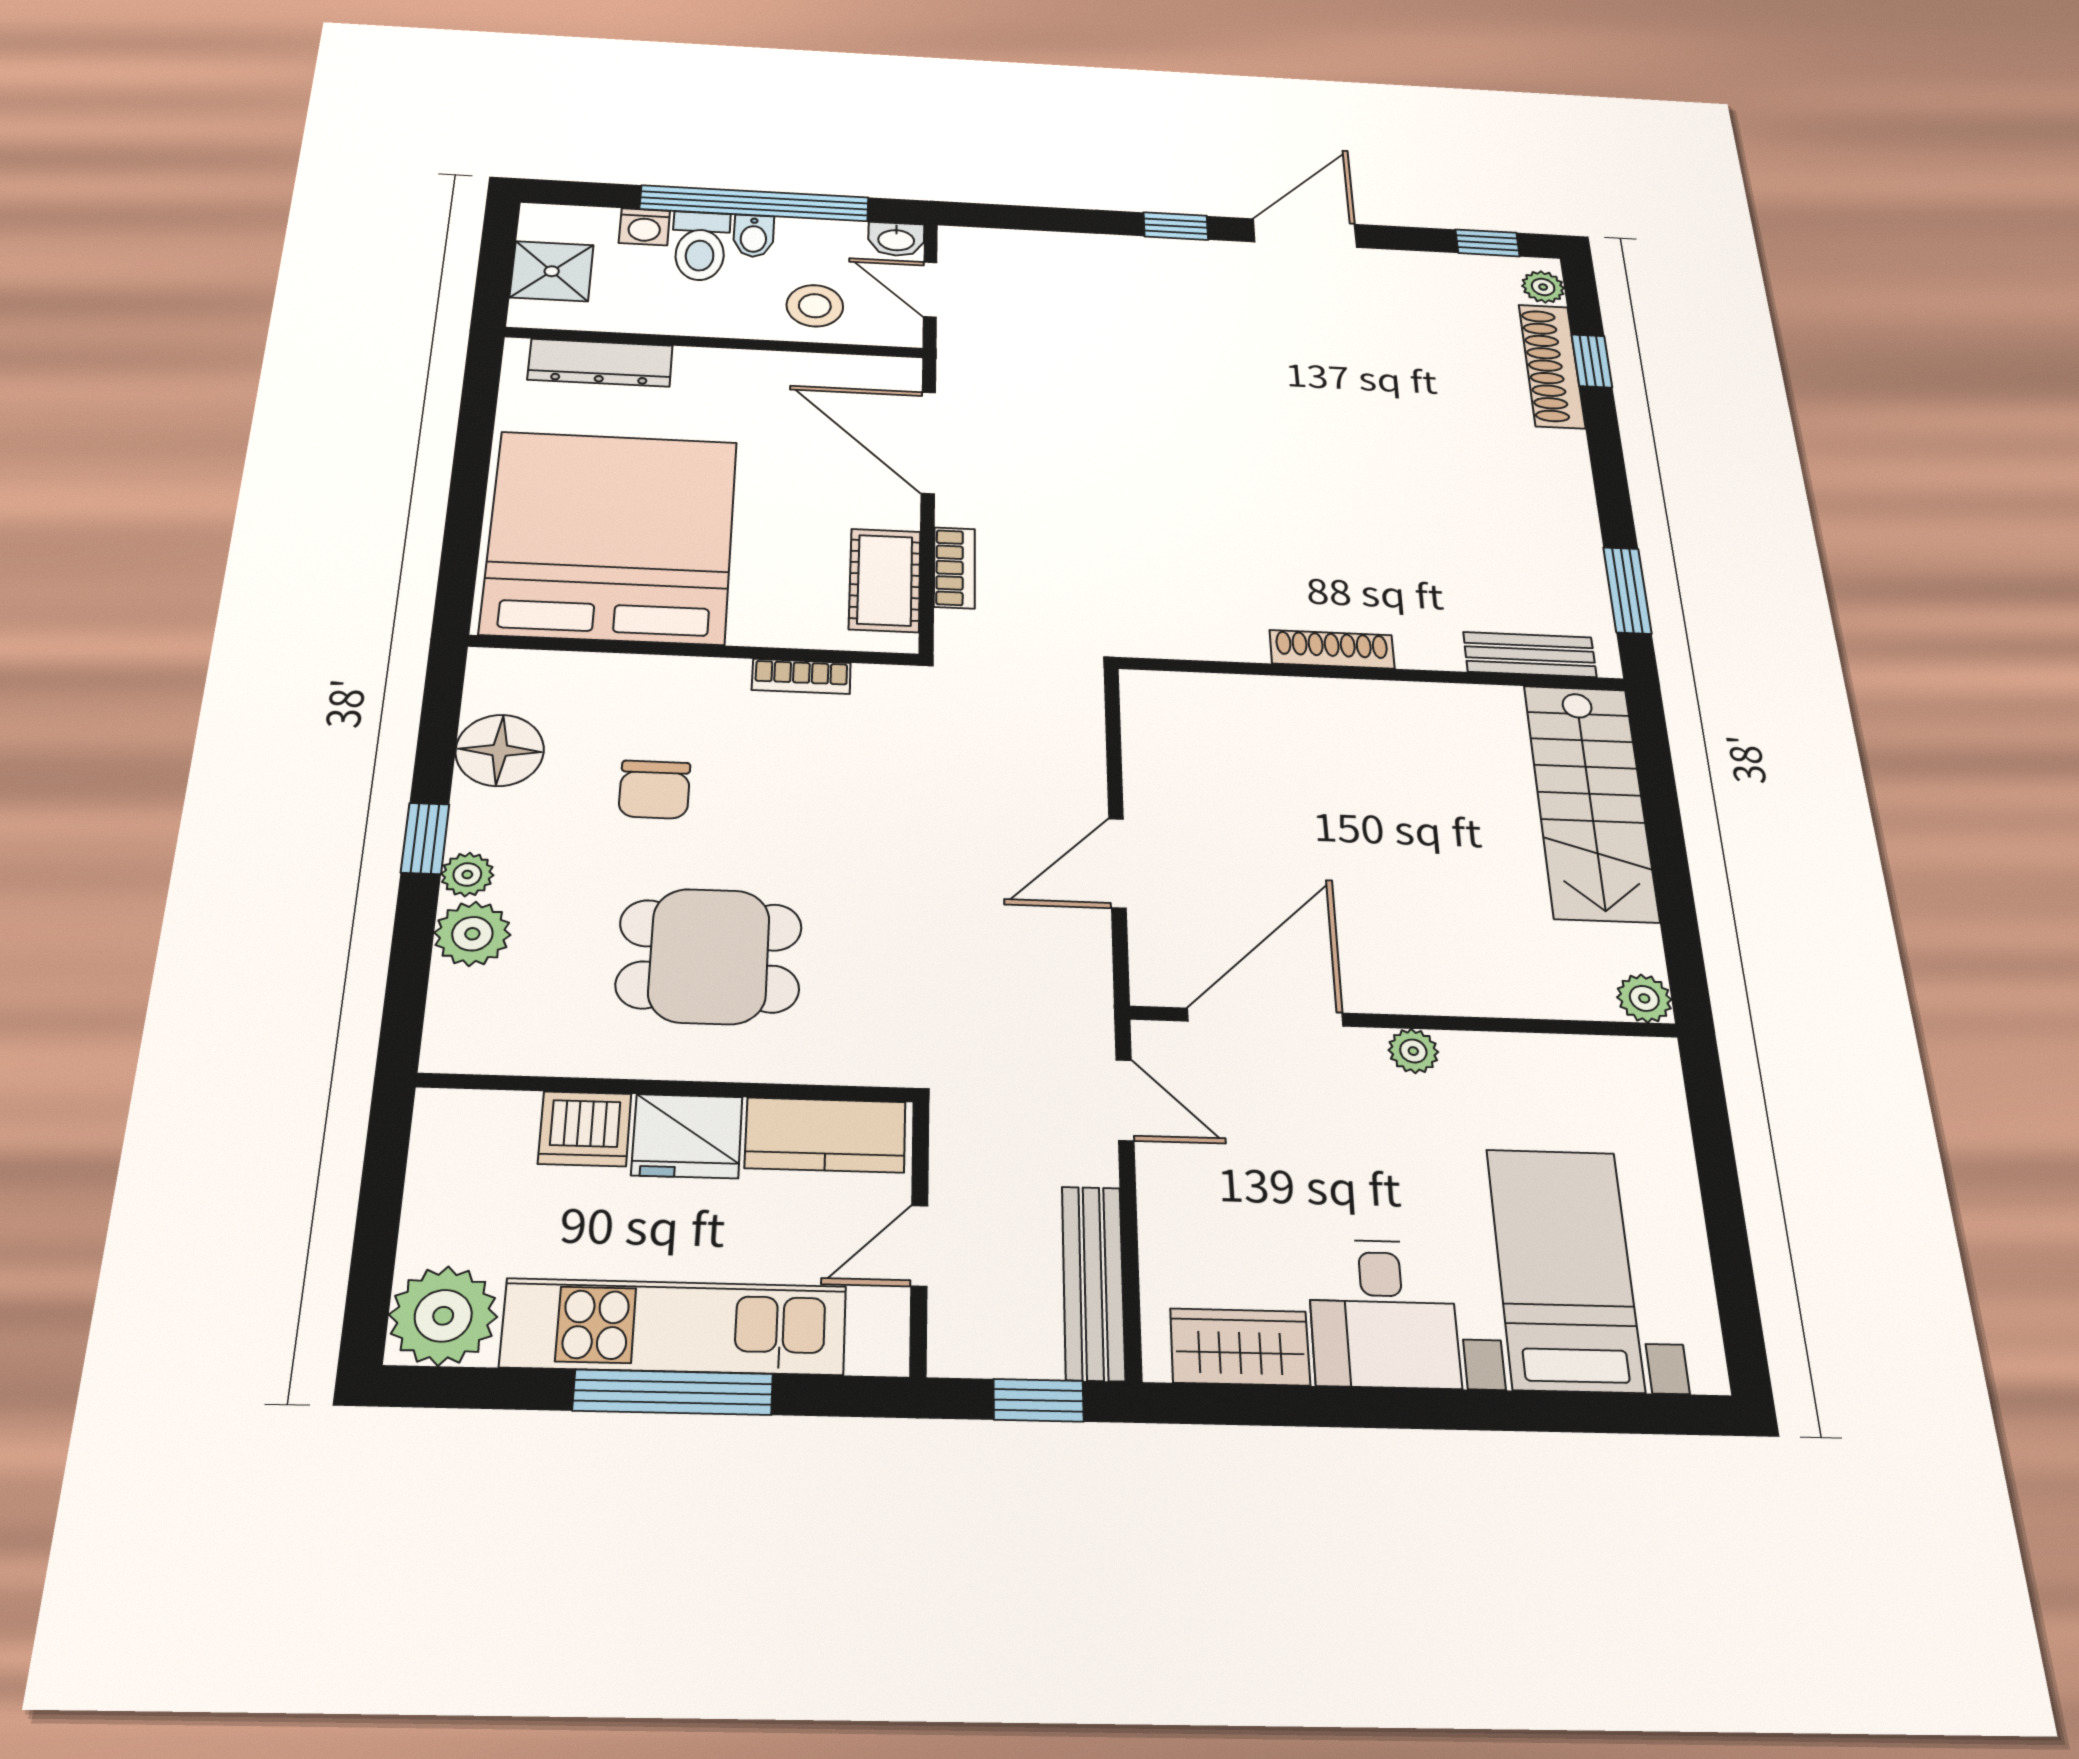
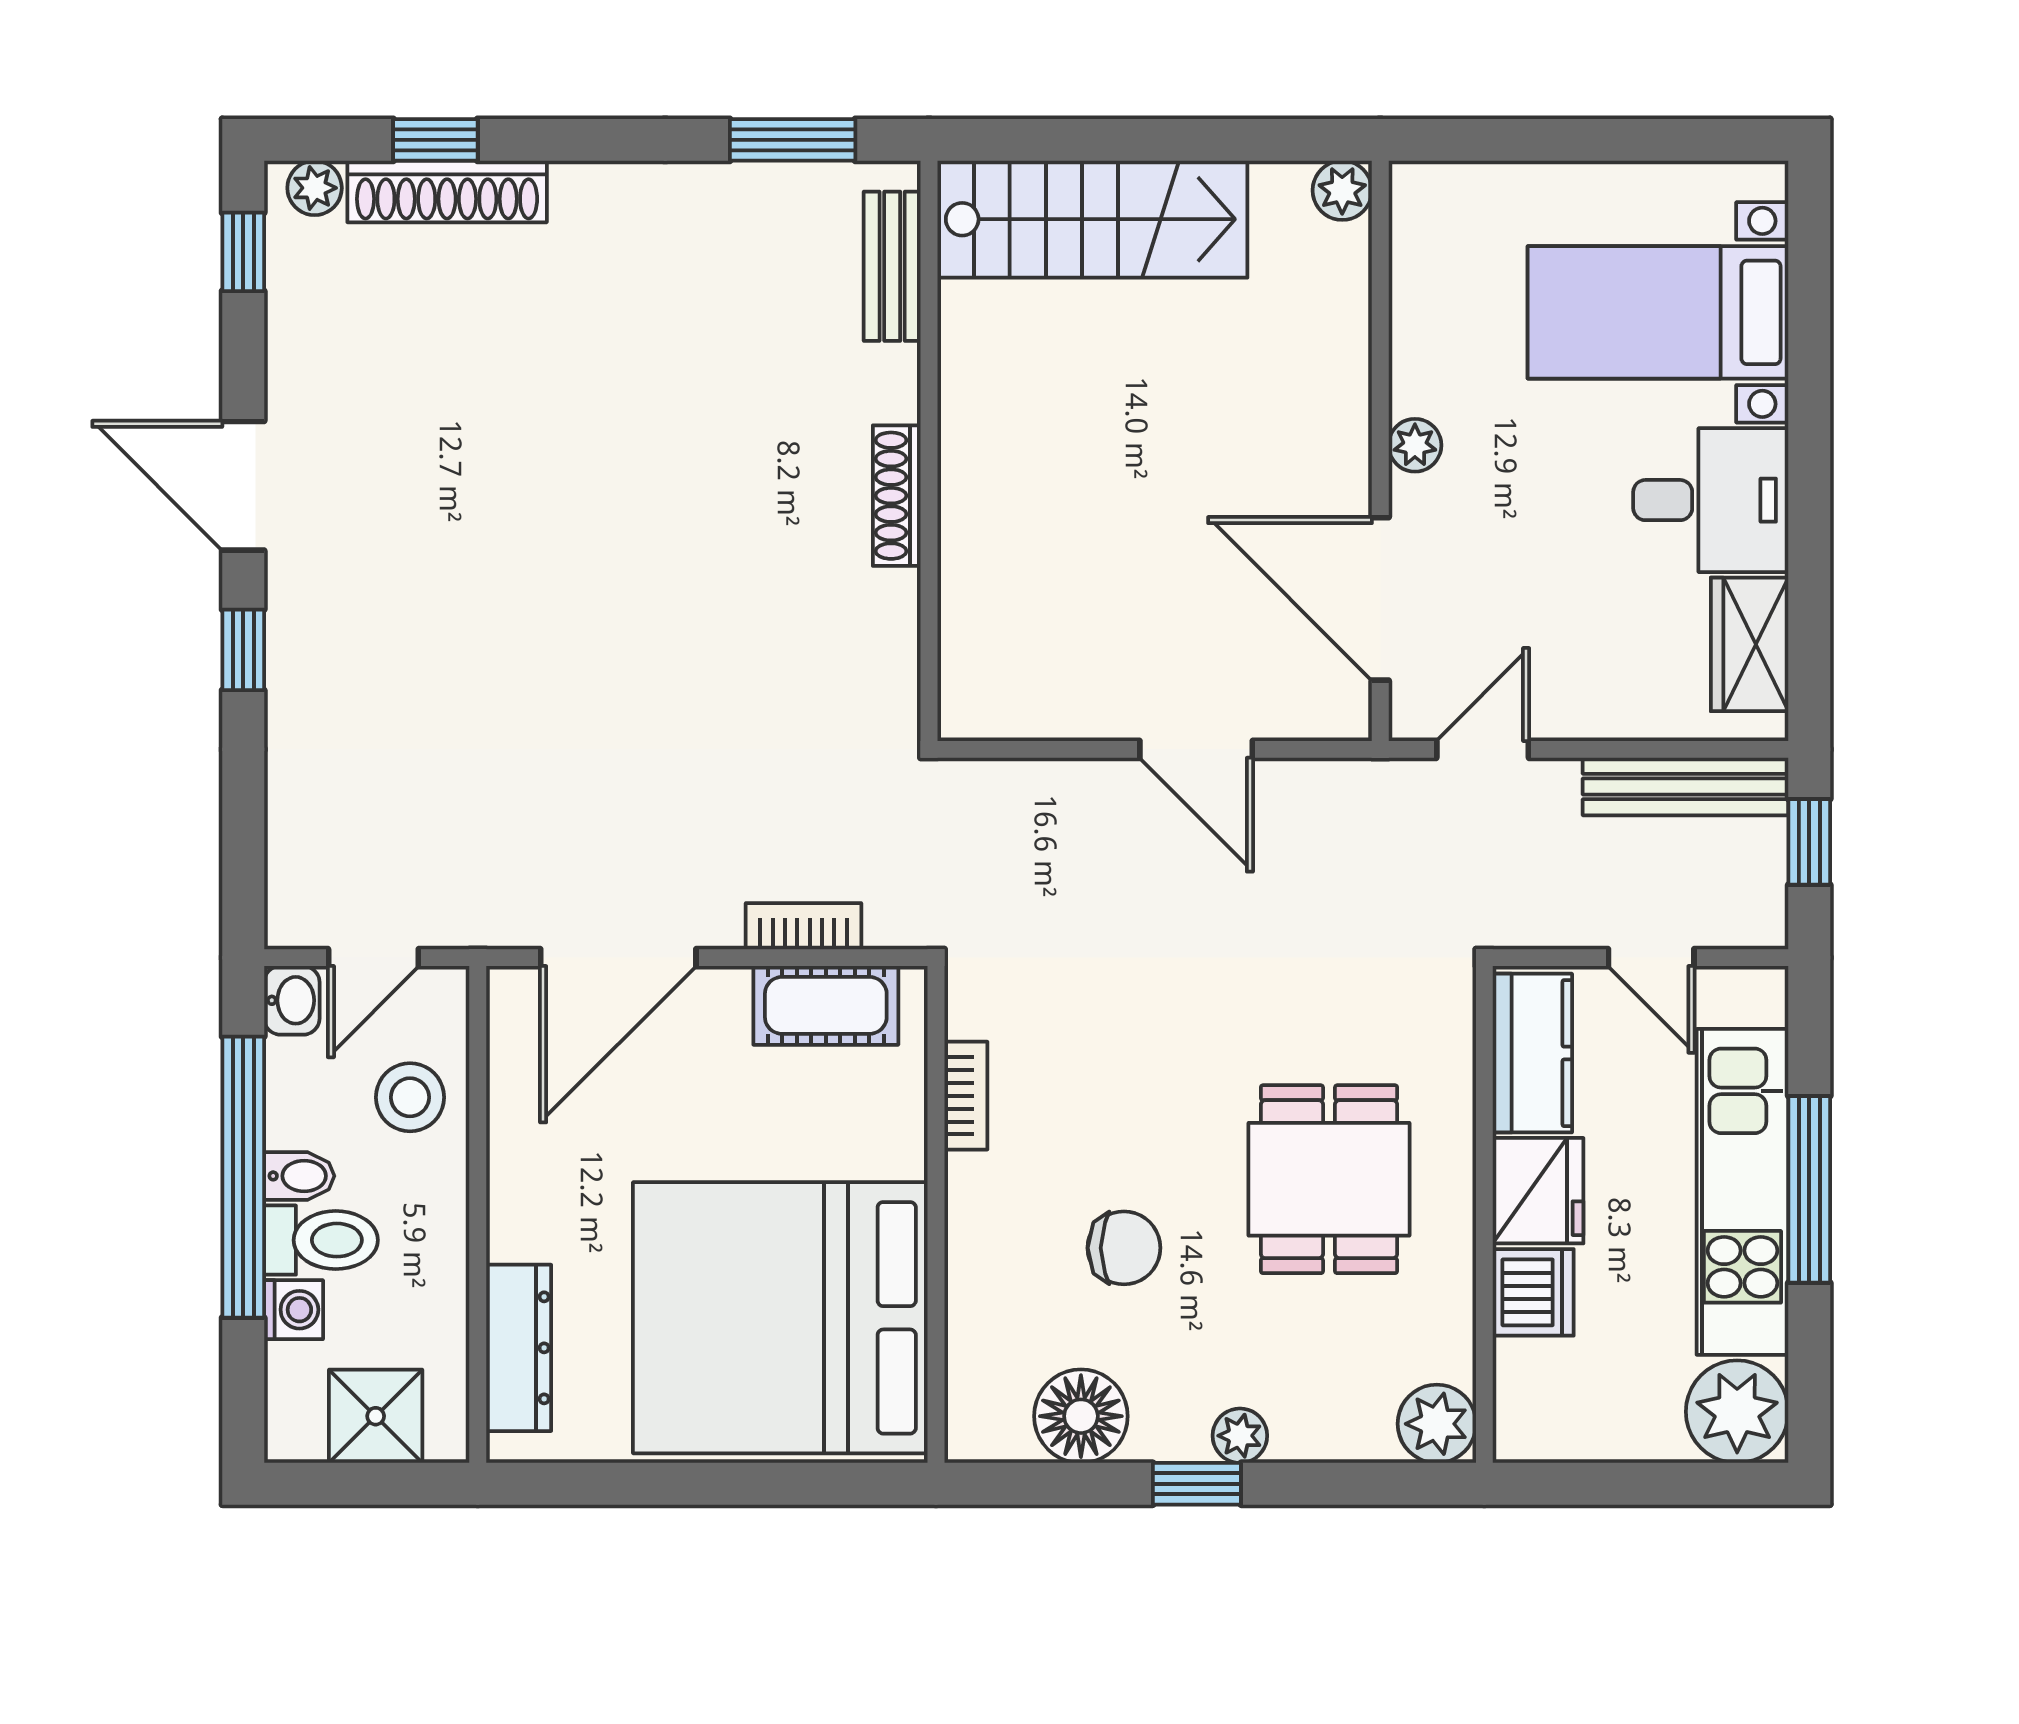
plant: (472, 934) -> (1437, 1424), moved

